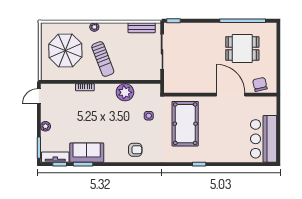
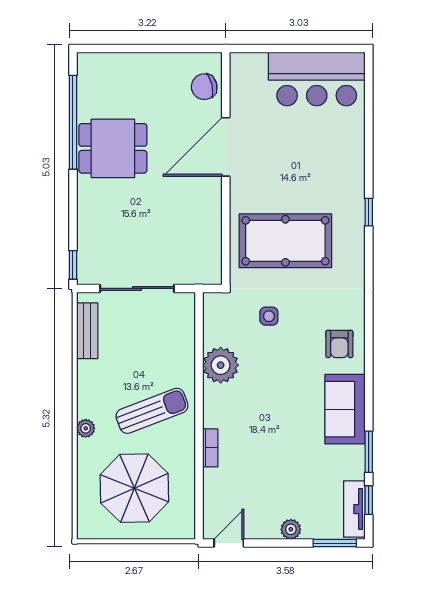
dining table: (242, 48) -> (113, 148), moved, turned 90
door: (39, 96) -> (229, 543), swing flipped
armchair: (135, 150) -> (339, 344), turned 180
sofa: (87, 153) -> (345, 409), moved

